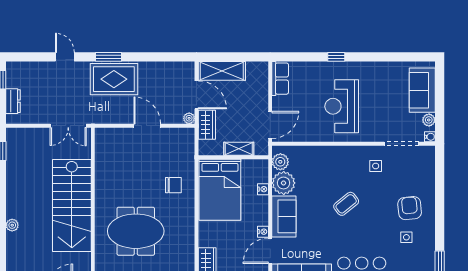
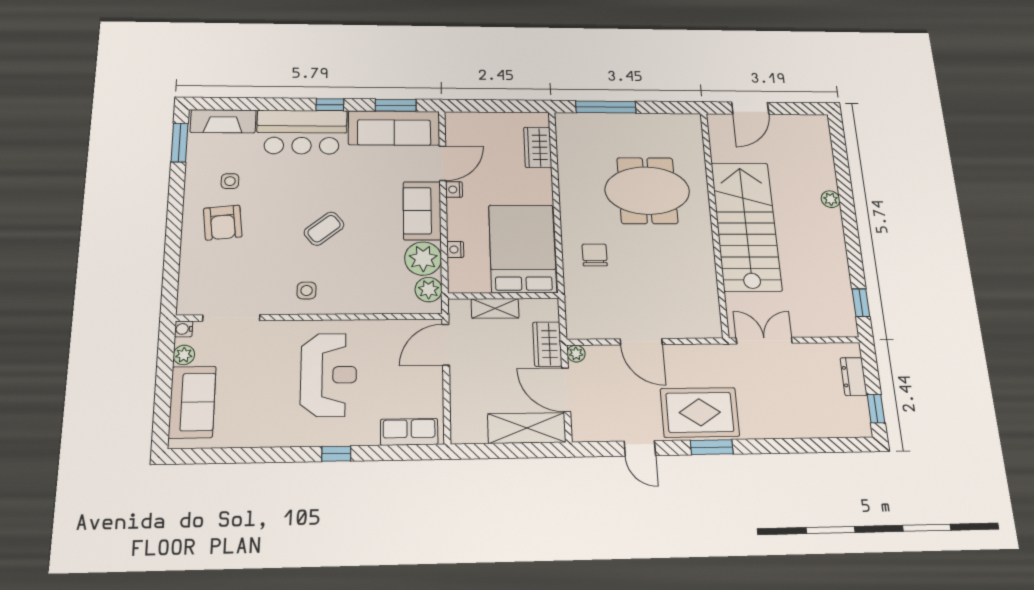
door: (65, 57) -> (640, 448), moved
row of seats: (280, 79) -> (409, 432), moved, turned 90
side table: (376, 166) -> (307, 290), moved
chair: (173, 185) -> (595, 255), turned 90

